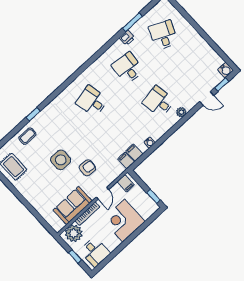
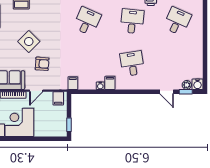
desk: (92, 101) -> (87, 21), turned 36
plant: (181, 112) -> (187, 85), moved
filing cabinet: (134, 153) -> (110, 83), moved
side table: (61, 160) -> (29, 42), turned 45
corner desk: (124, 221) -> (19, 122), moved

